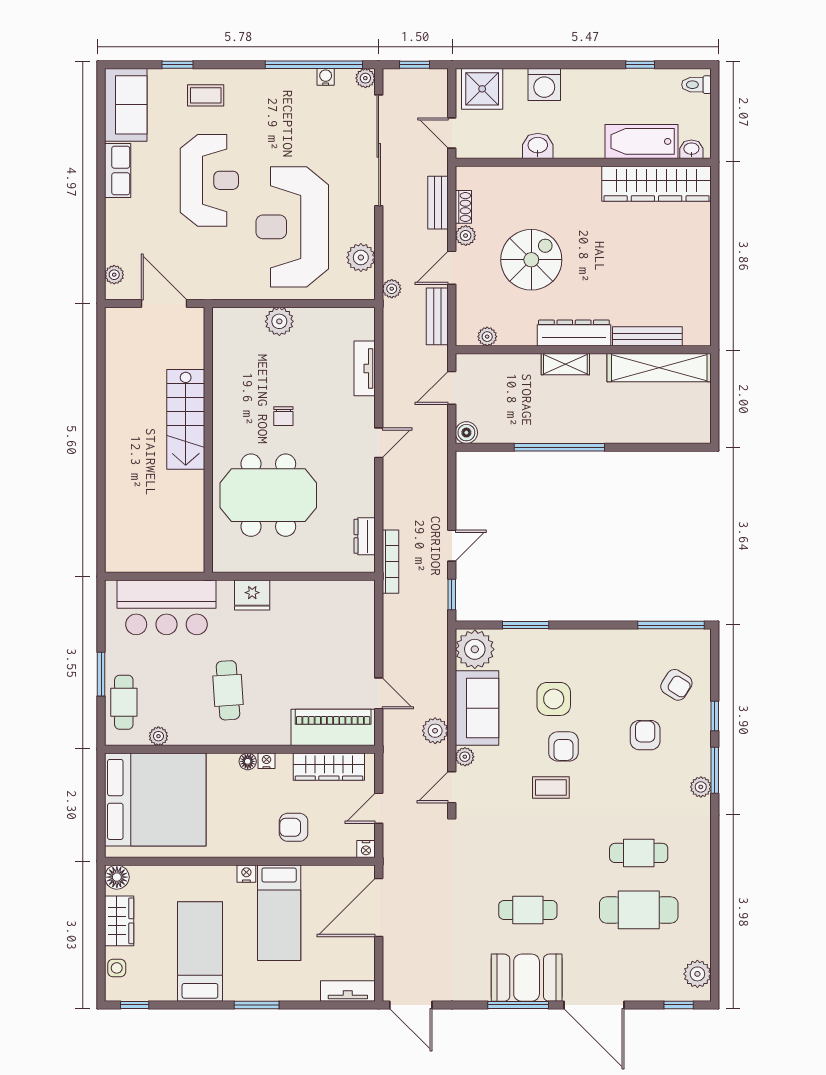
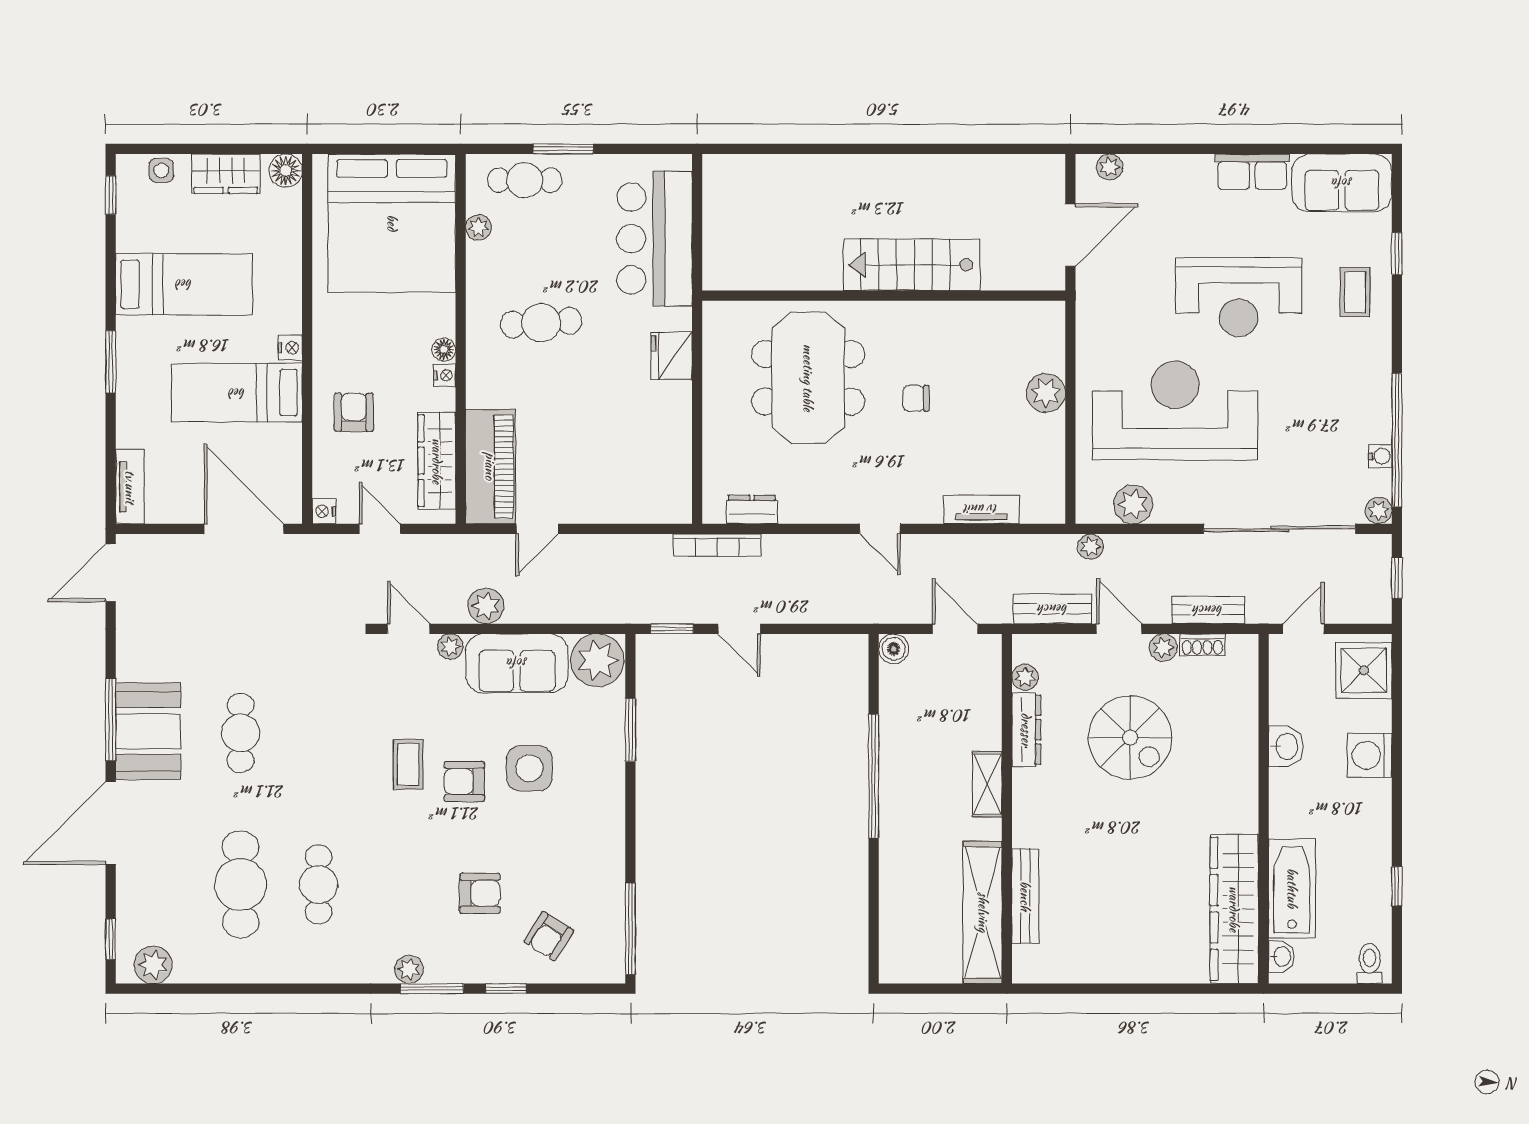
dresser: (574, 333) -> (1026, 730), moved, width x0.73, depth x0.80

